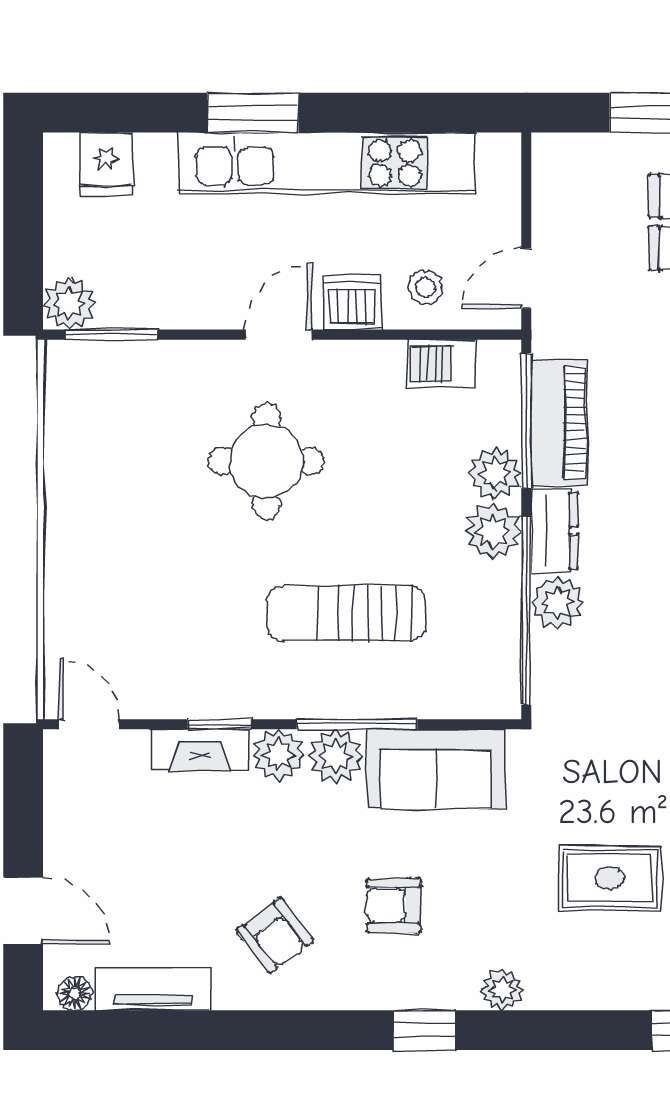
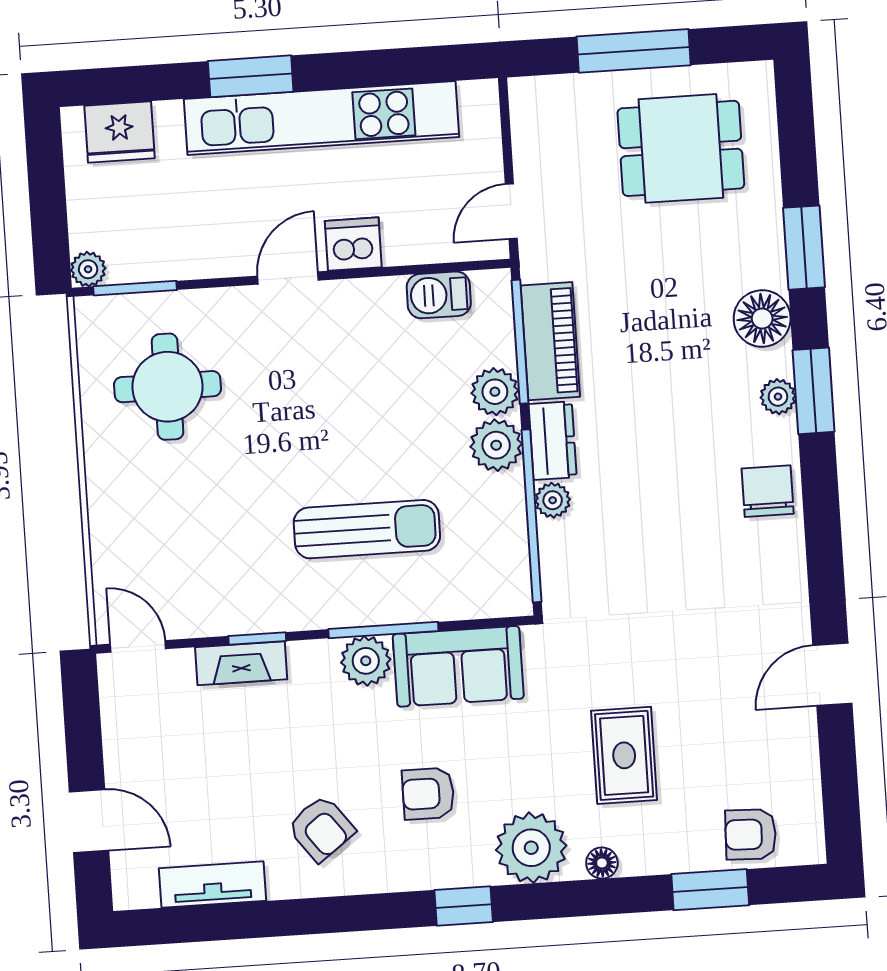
fridge: (106, 164) -> (120, 132), width x1.38
stool: (425, 287) -> (419, 226), removed
plant: (69, 303) -> (88, 269), width x0.73, depth x0.73
round table: (266, 461) -> (168, 387), moved
plant: (558, 603) -> (553, 500), width x0.73, depth x0.73
sun lounger: (346, 613) -> (367, 529), turned 180
plant: (279, 755) -> (313, 663), removed
rug: (610, 878) -> (624, 755), turned 90
plant: (502, 990) -> (531, 848), width x1.88, depth x1.88
floor lamp: (75, 993) -> (602, 863), moved

